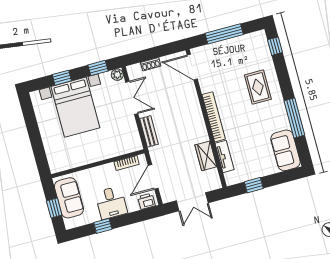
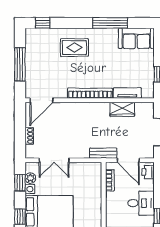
plant: (117, 75) -> (30, 178), moved
double door: (132, 98) -> (54, 160), swing flipped
bench: (149, 131) -> (103, 153), moved

